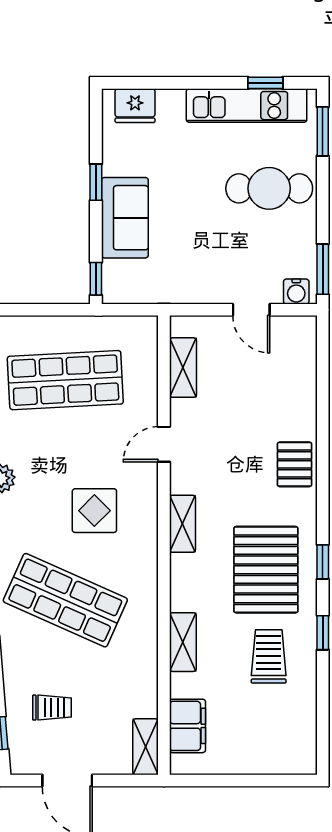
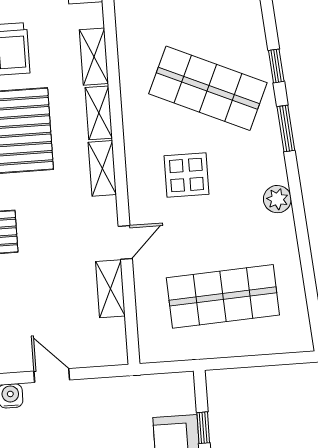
window: (96, 279) -> (203, 428), moved
shelving: (183, 368) -> (110, 289), moved
shelving: (182, 583) -> (99, 113), added

